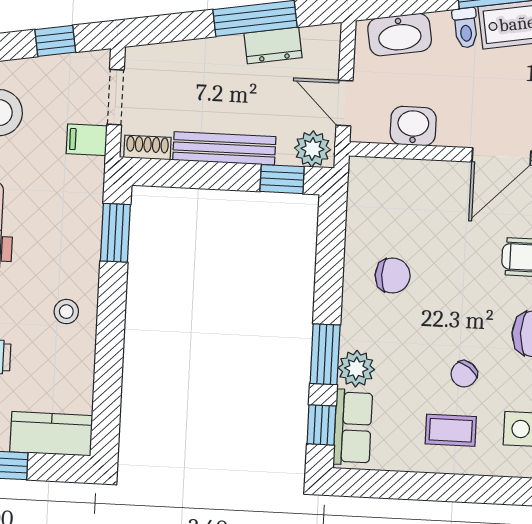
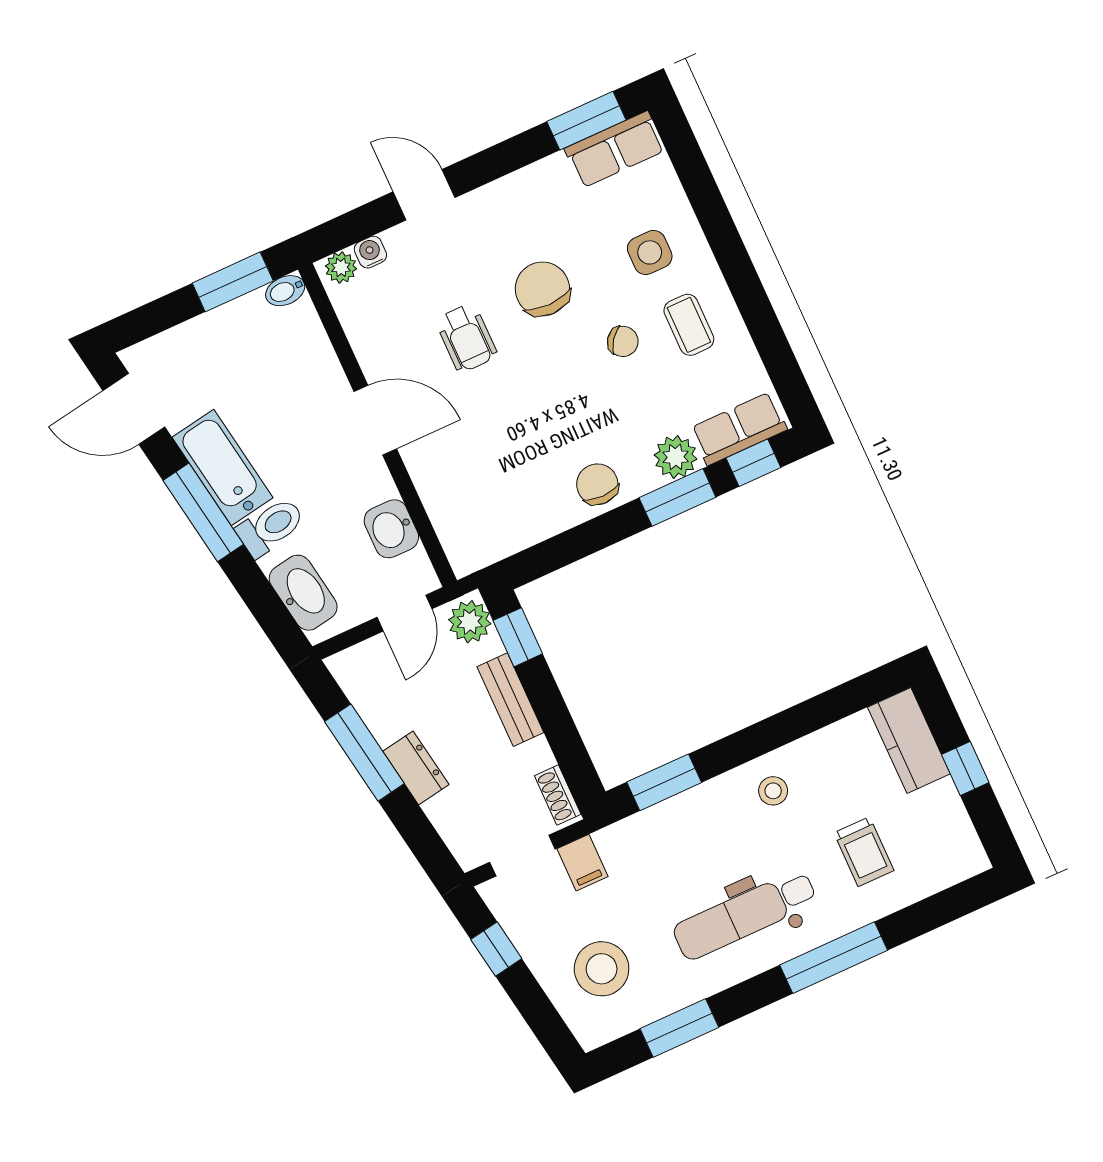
toilet: (466, 28) -> (271, 527), width x1.37, depth x1.39
dresser: (273, 45) -> (416, 768), moved
bench: (224, 148) -> (510, 700), width x0.73
chair: (393, 276) -> (597, 484), moved

